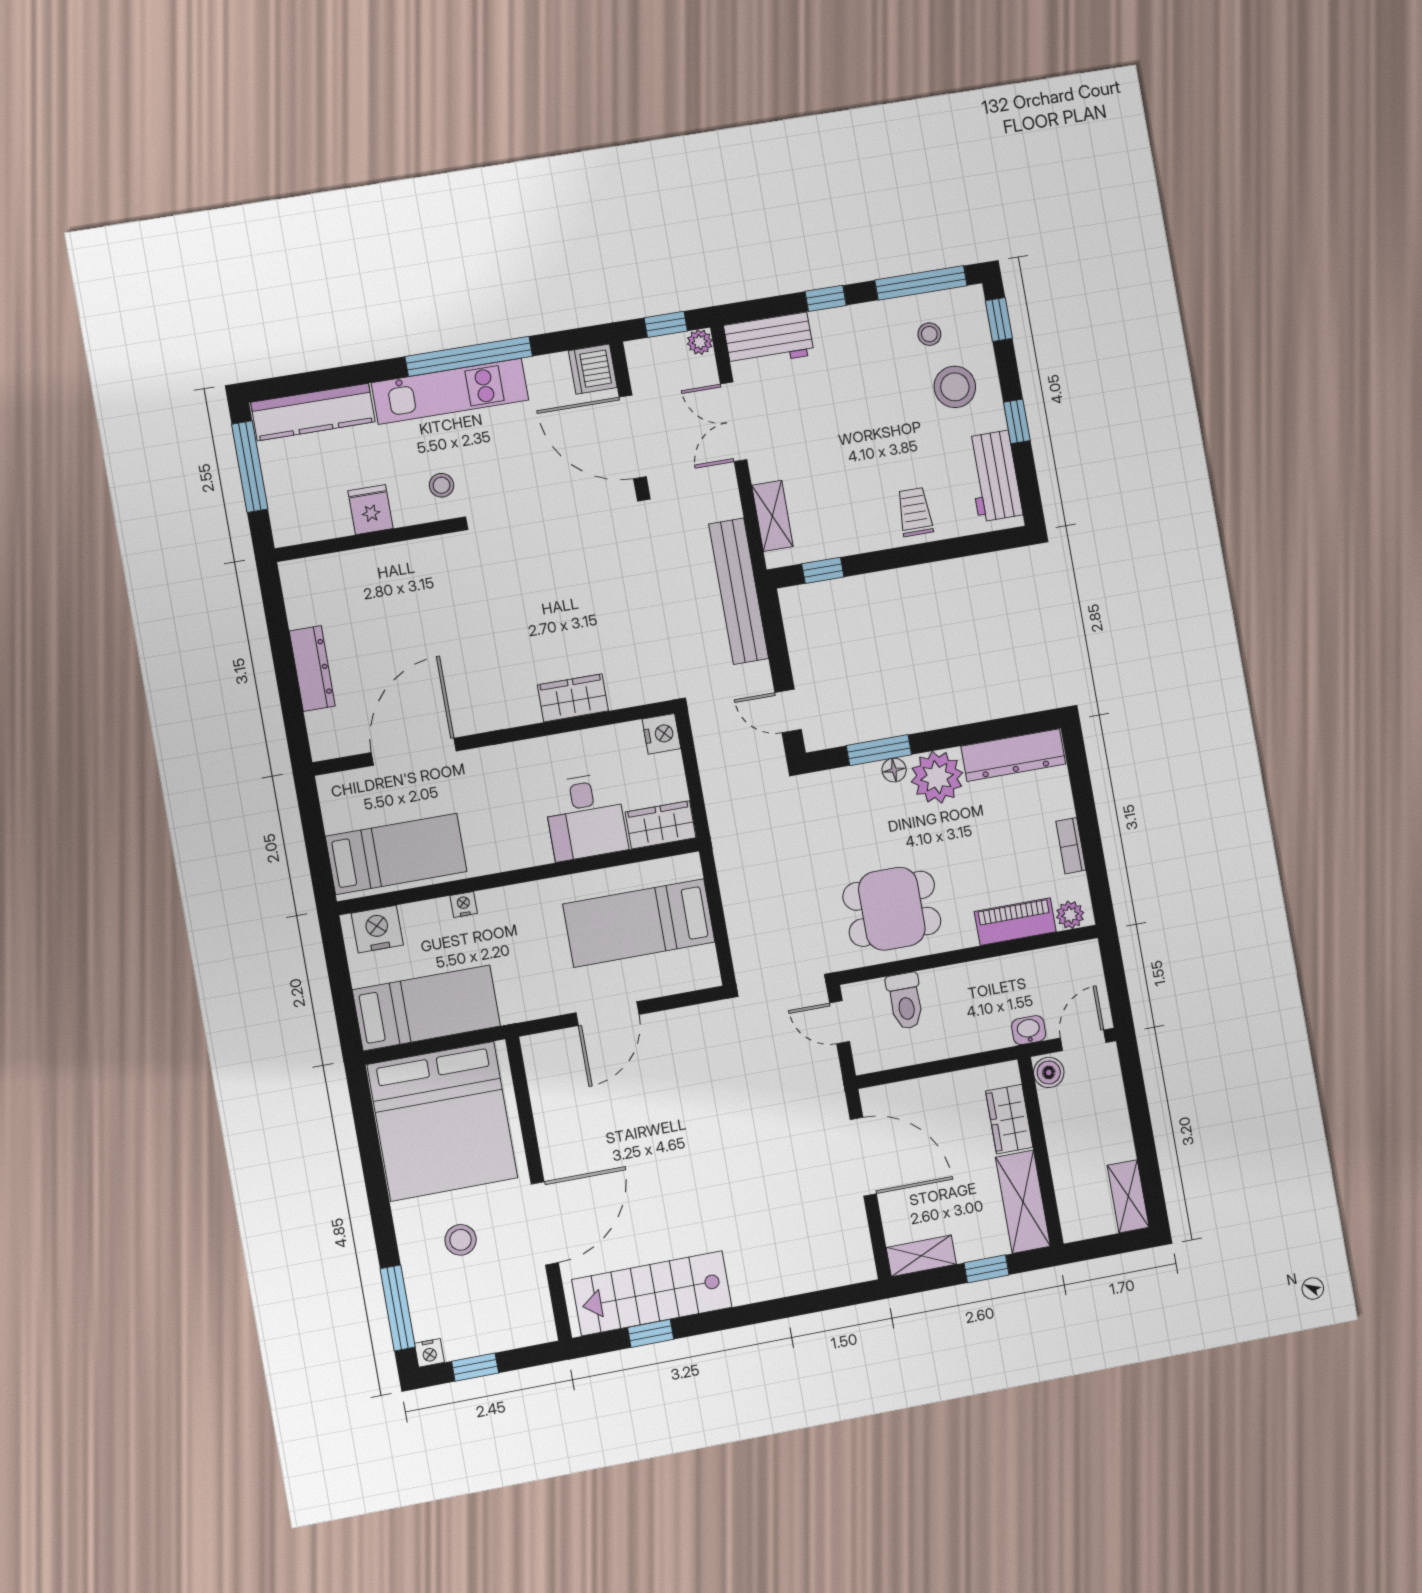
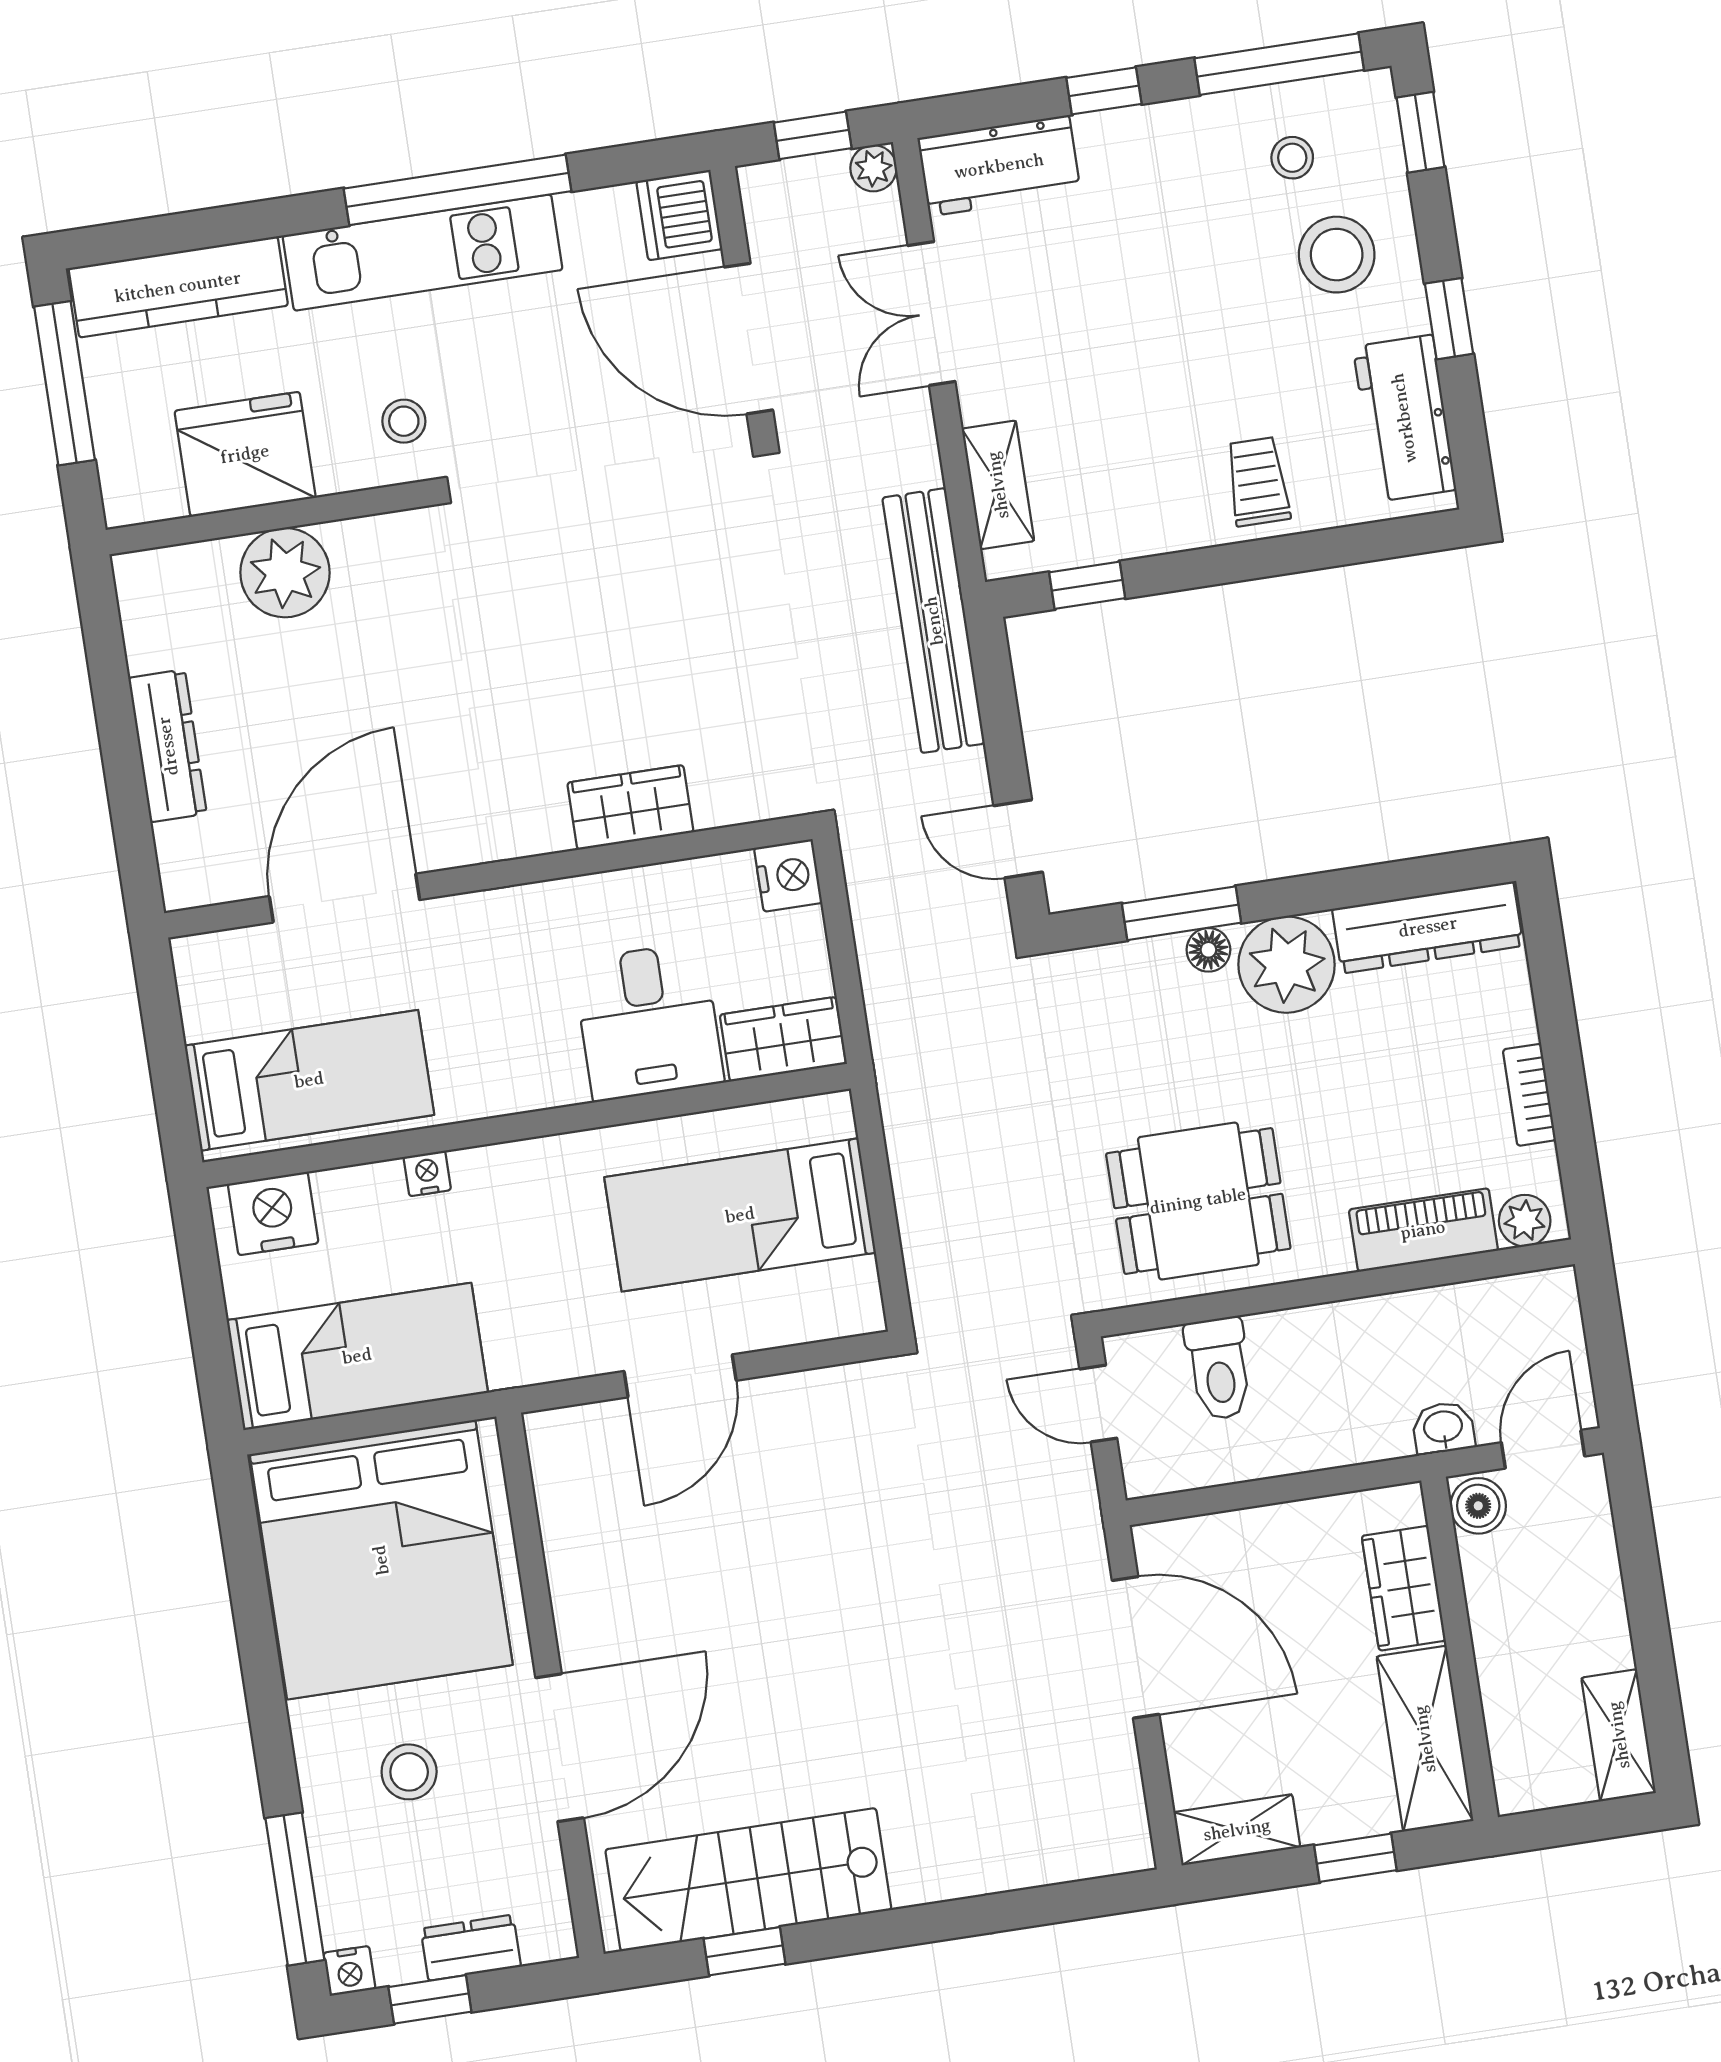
fridge: (370, 510) -> (245, 454), width x1.88, depth x1.34
plant: (376, 571) -> (285, 573), added
dresser: (497, 1337) -> (471, 1948), added

